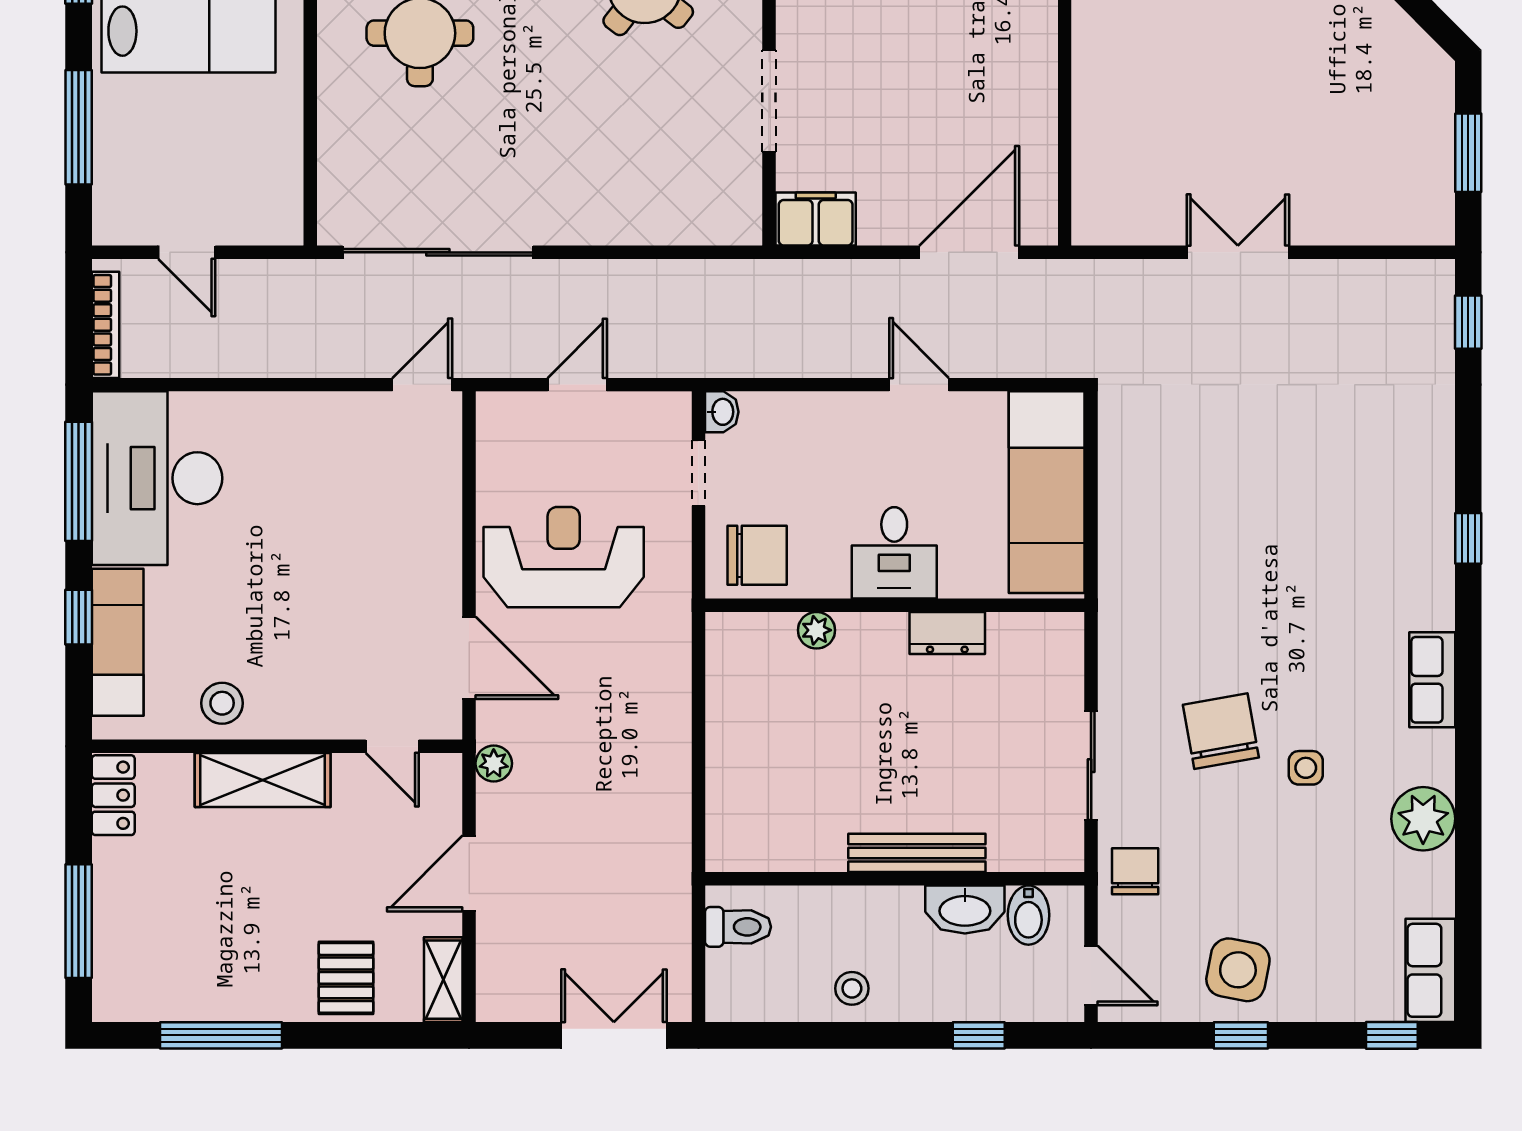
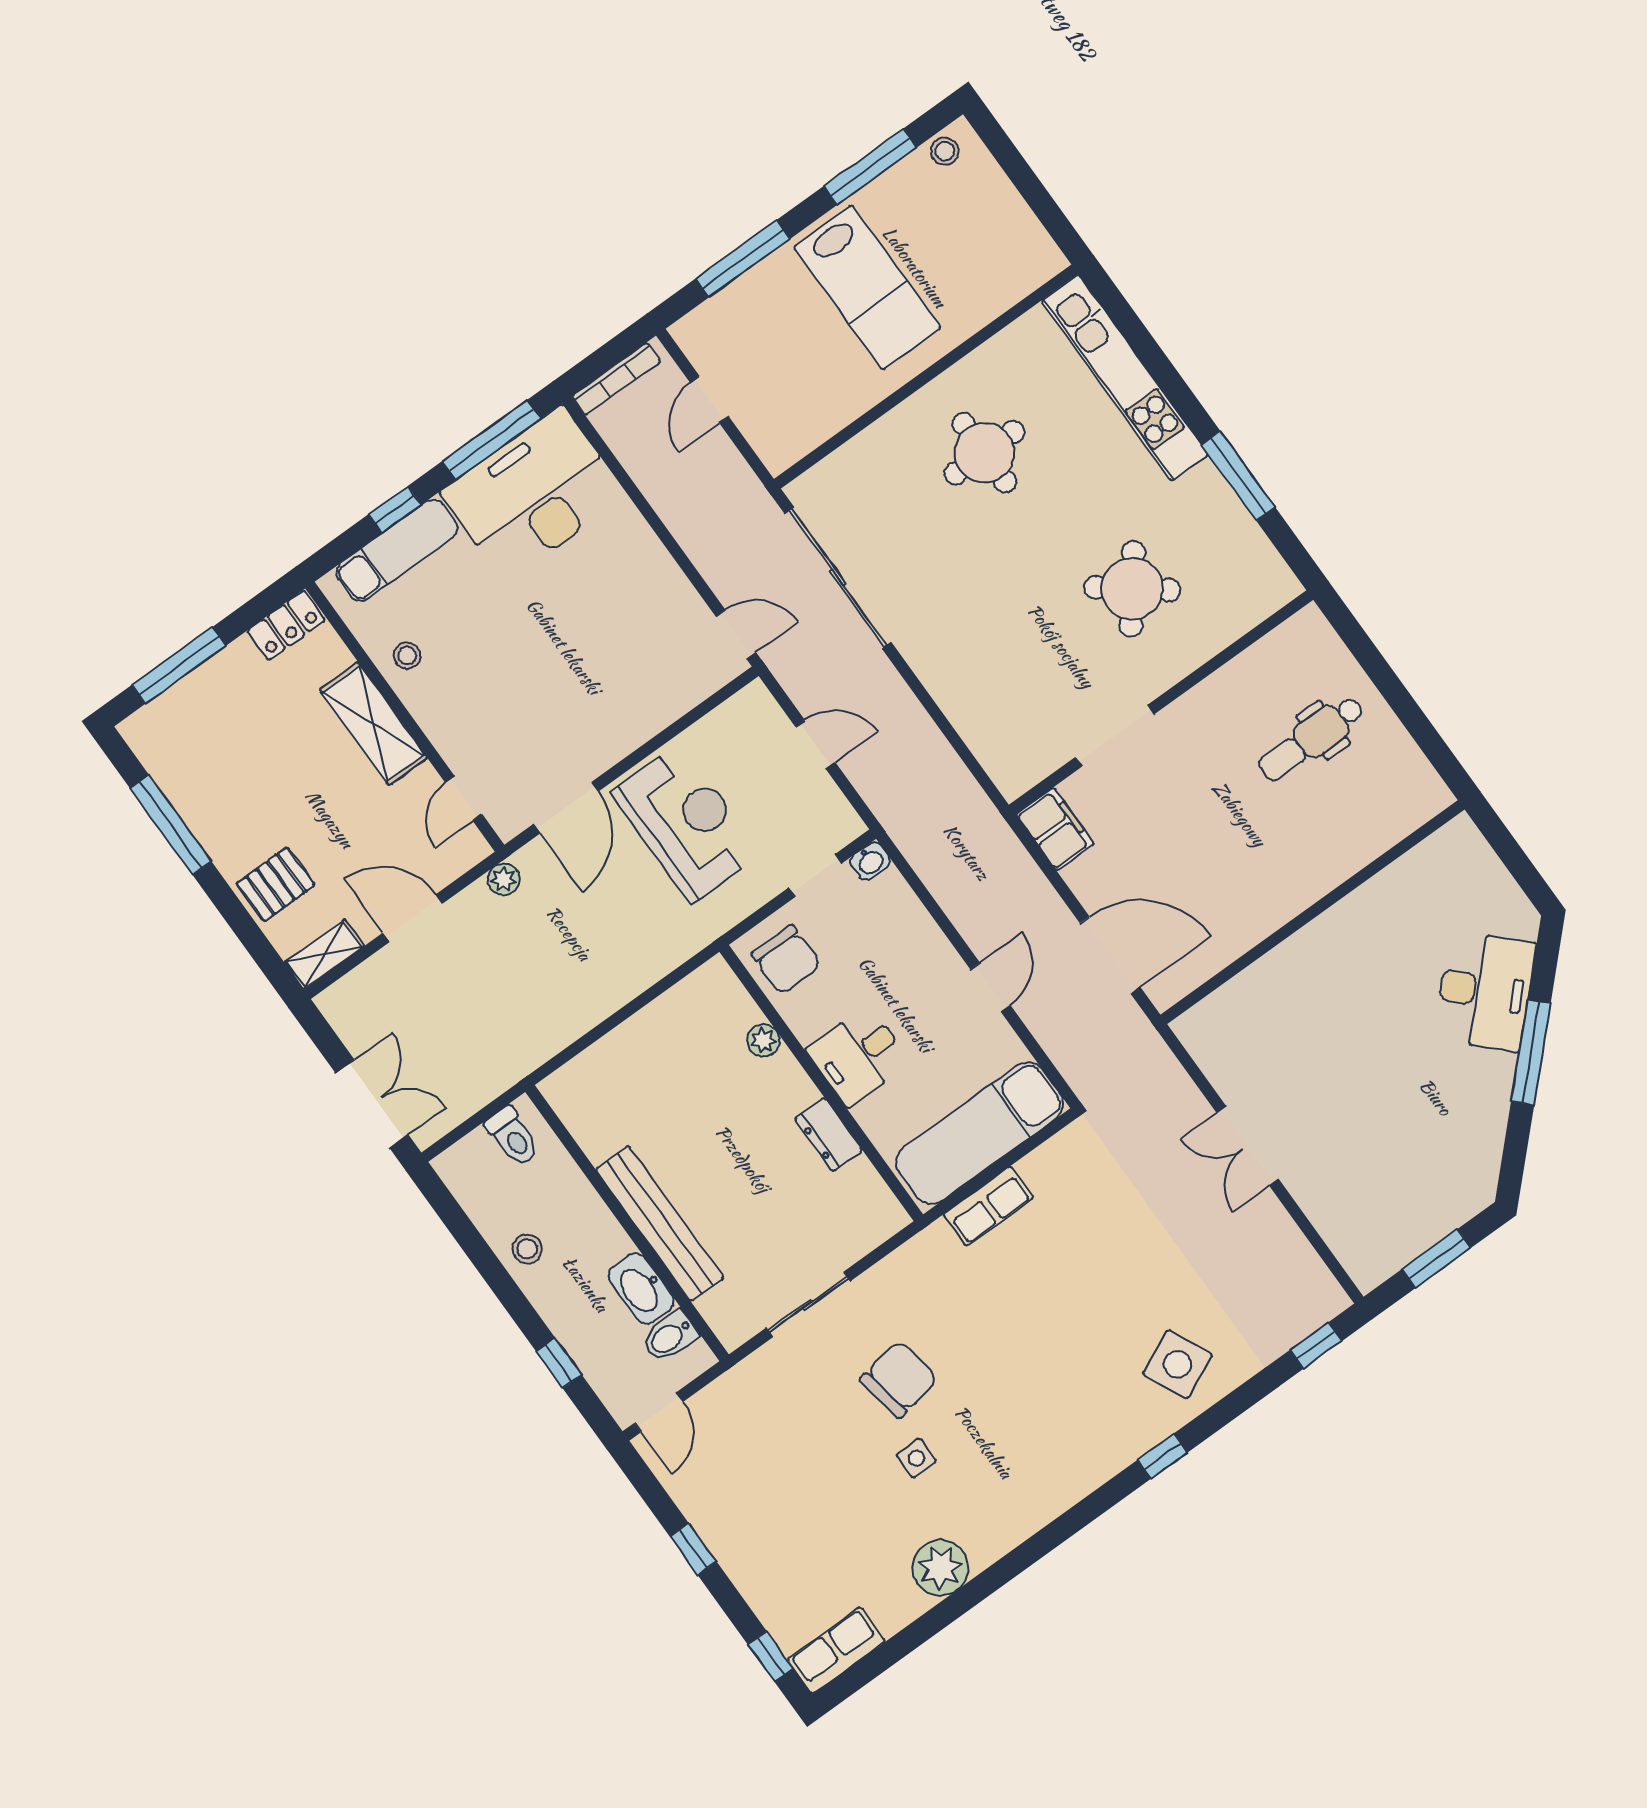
double door: (1238, 252) -> (1248, 1146), swing flipped
row of seats: (1432, 680) -> (988, 1206), moved, turned 180
stool: (222, 703) -> (407, 656), width x0.73, depth x0.73
bench: (917, 853) -> (660, 1224), width x1.37, depth x1.21
chair: (1135, 871) -> (755, 1390), removed
side table: (1238, 970) -> (1177, 1364), moved, turned -36

